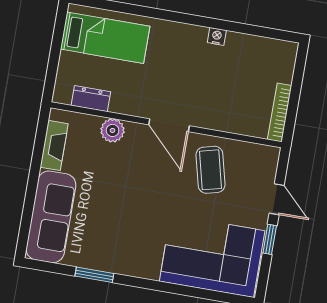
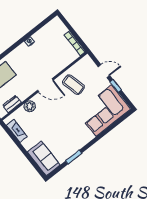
sofa: (51, 217) -> (44, 158), width x0.73

